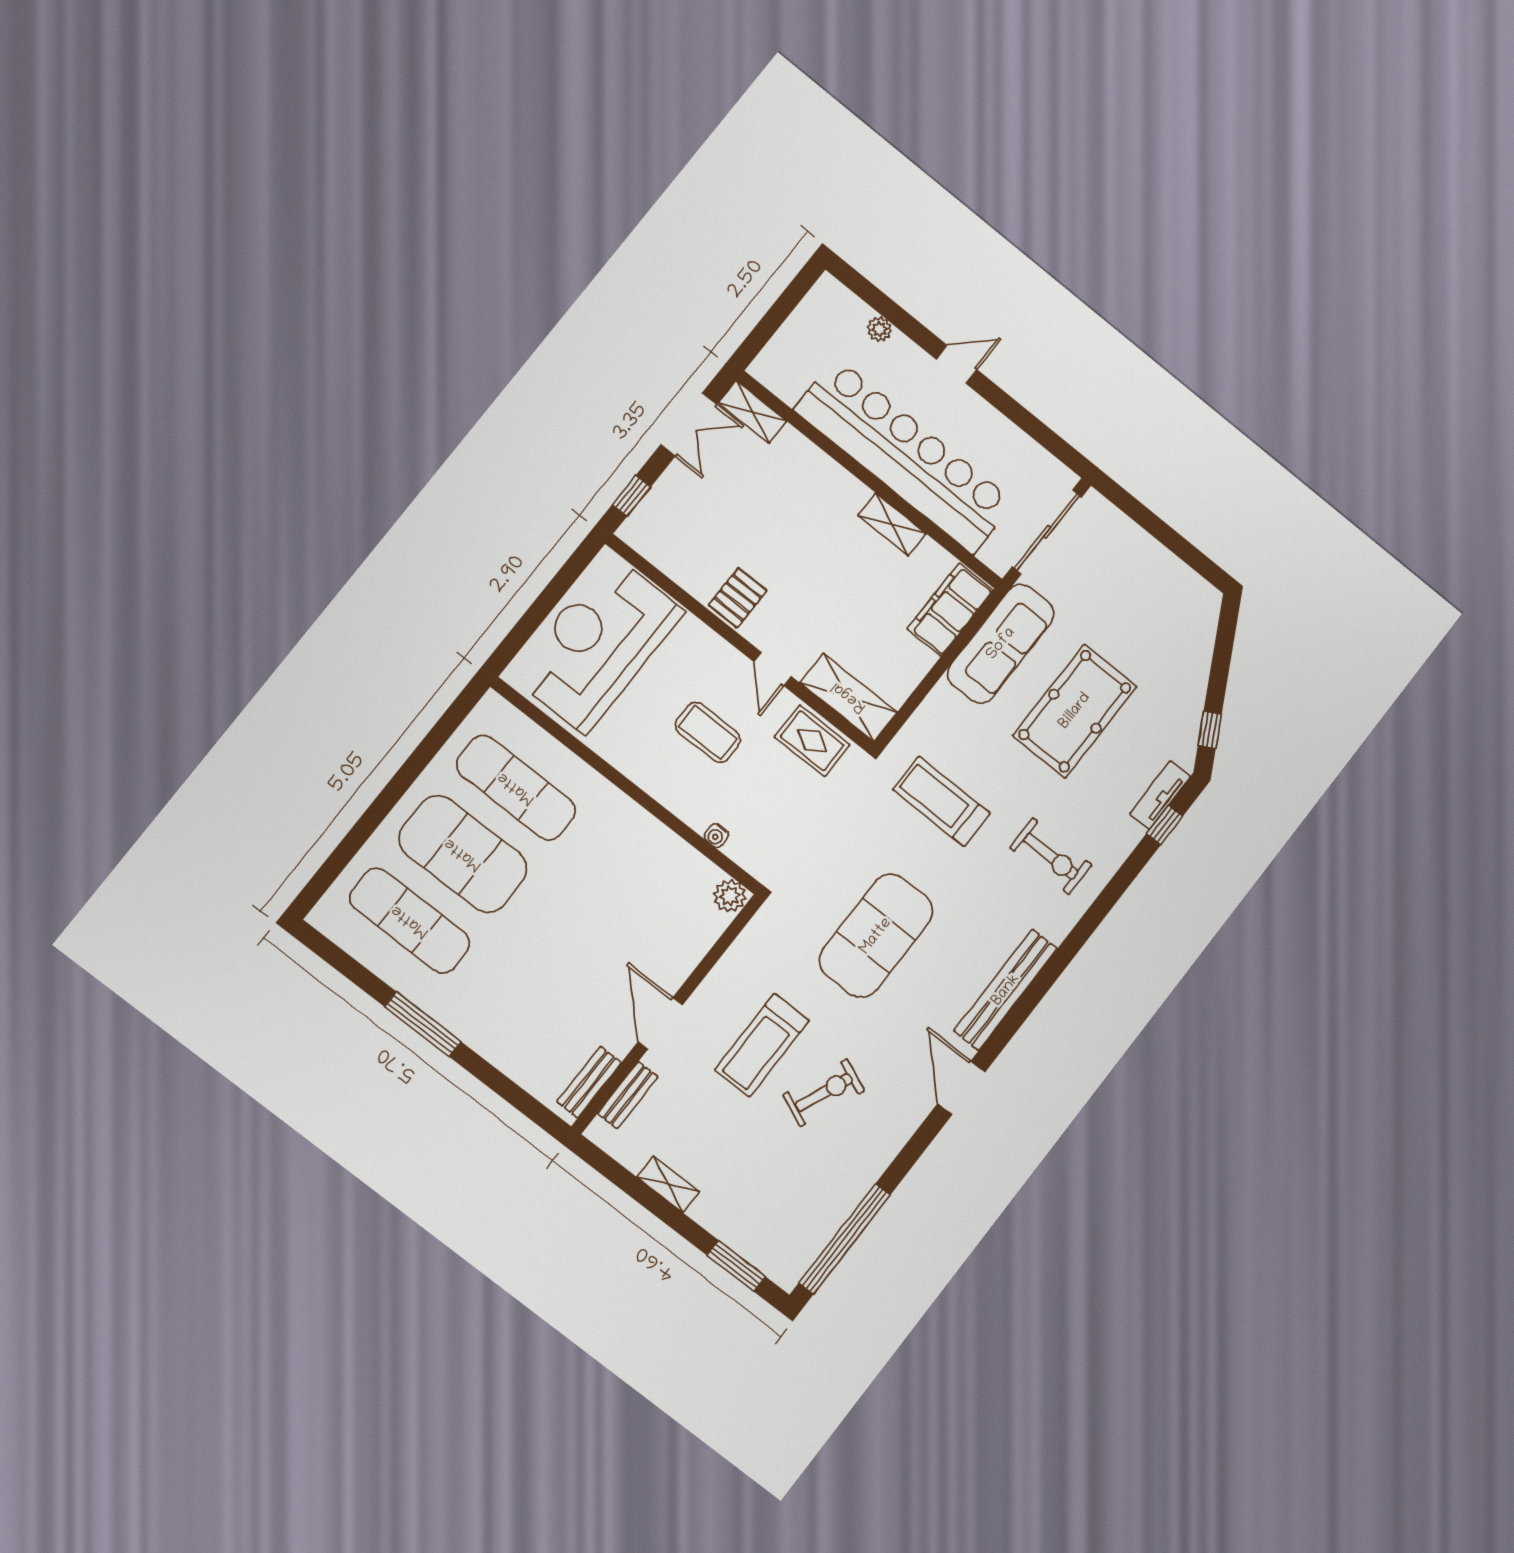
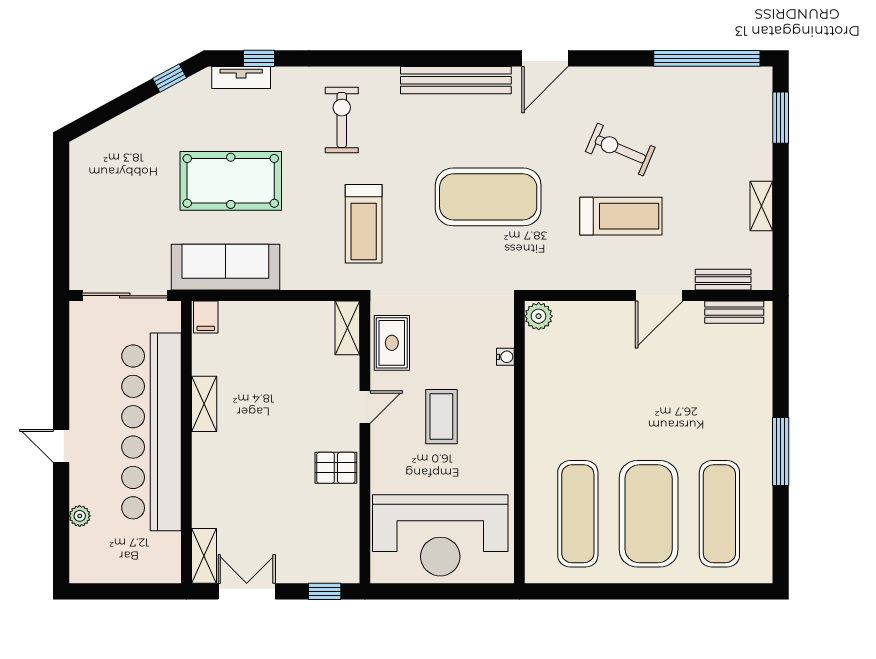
filing cabinet: (950, 610) -> (206, 317), width x0.33, depth x0.86
shelving: (849, 697) -> (347, 328), width x0.67, depth x0.75

